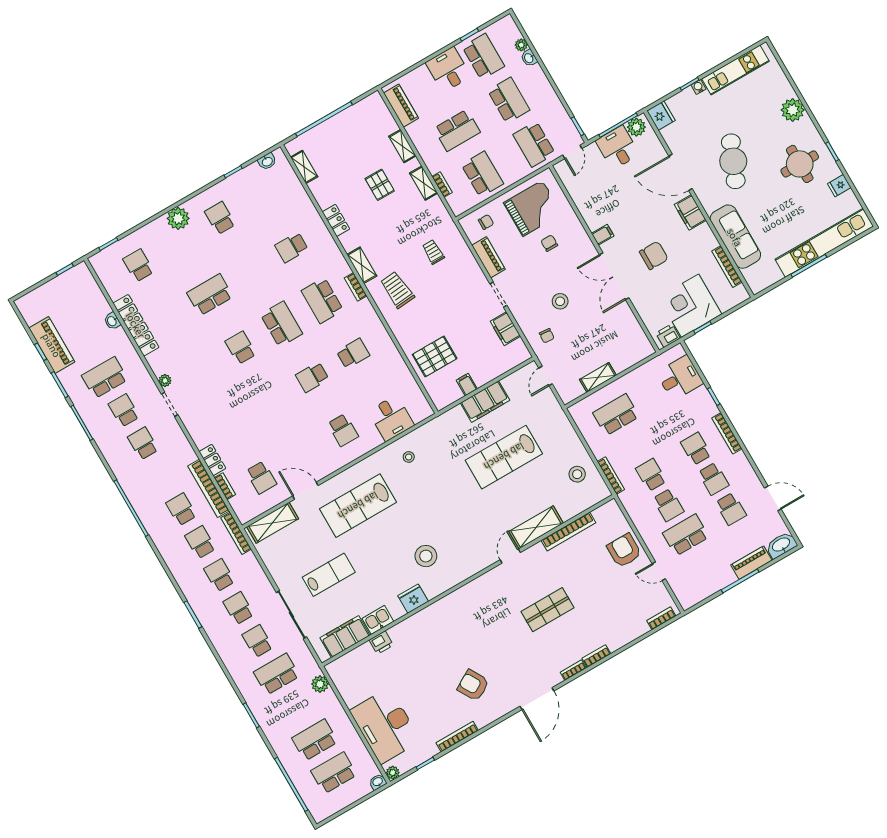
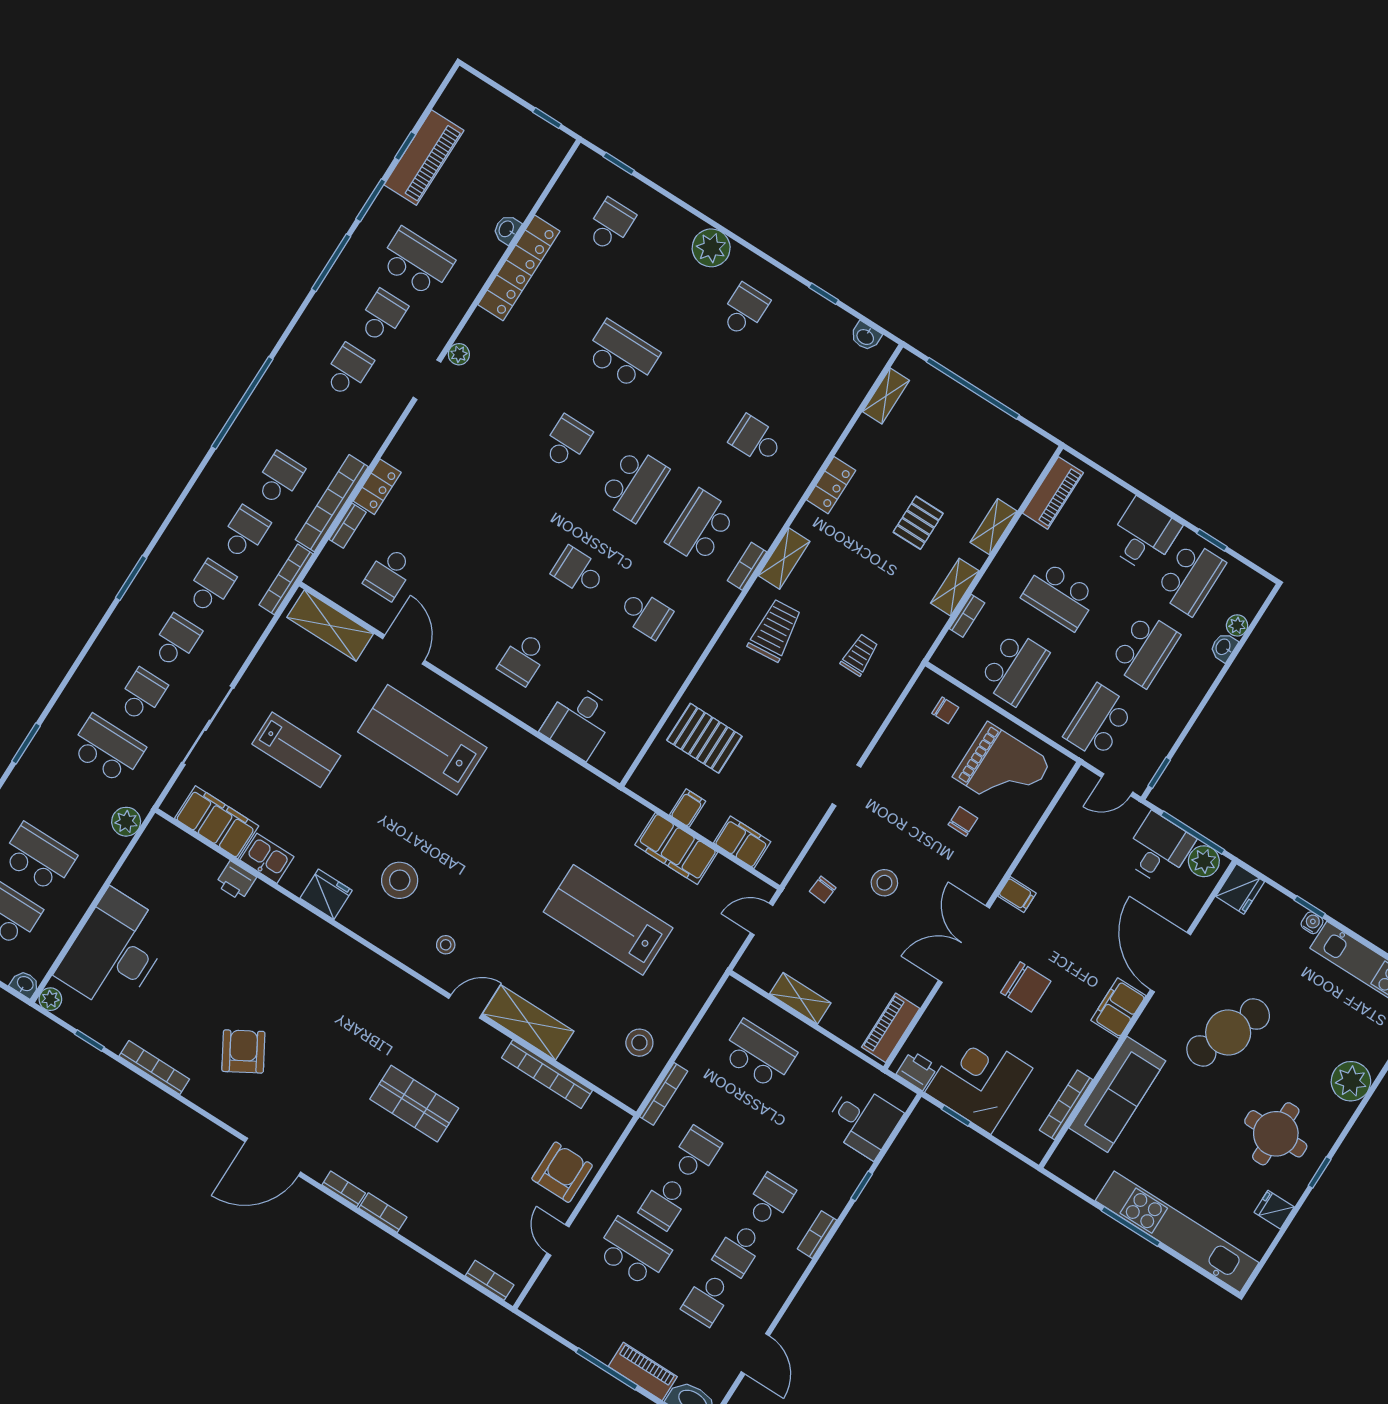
piano: (488, 257) -> (891, 1028), moved, turned 180
filing cabinet: (505, 329) -> (742, 842), moved, turned 90
bookcase: (727, 433) -> (817, 1235), width x0.64
stool: (409, 457) -> (446, 945), moved

